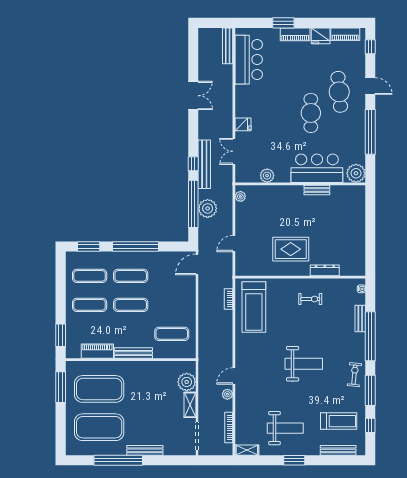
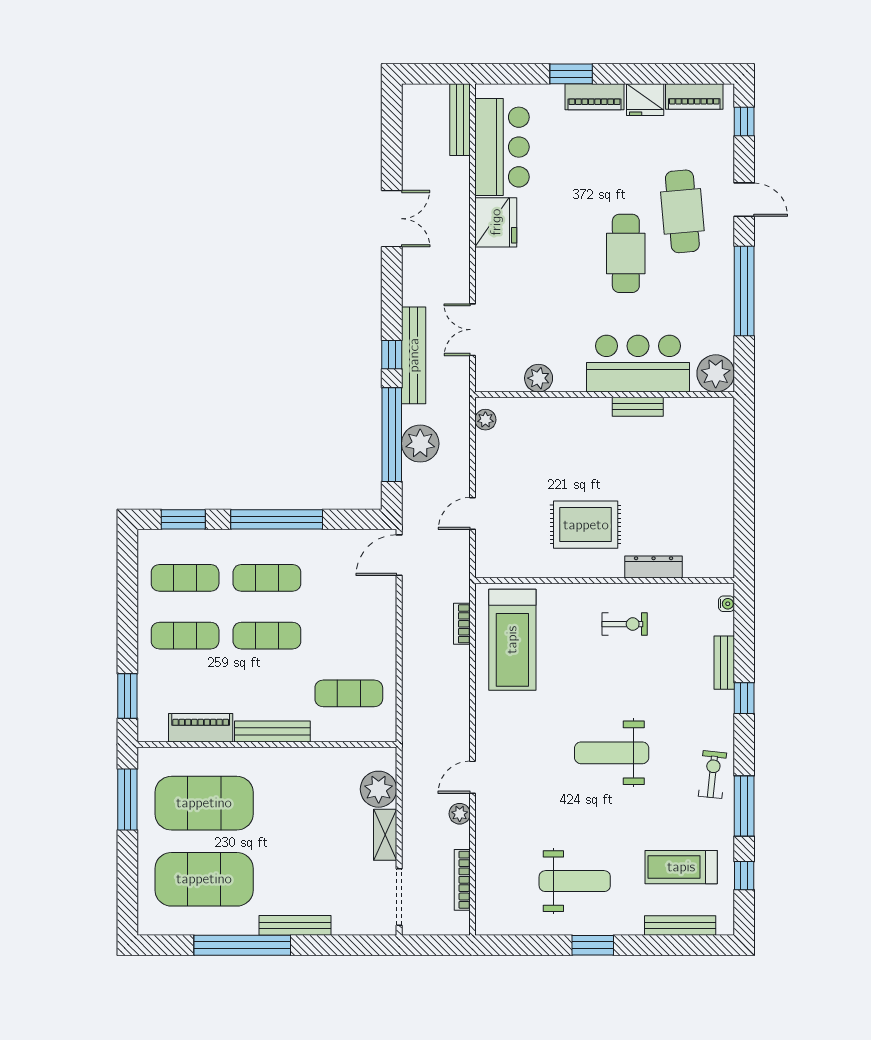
fridge: (243, 124) -> (496, 222), moved, width x1.88, depth x1.34
window: (370, 336) -> (744, 698), width x0.32
weight bench: (304, 364) -> (612, 753), turned 180
treadmill: (339, 421) -> (681, 867), turned 180
shelving: (247, 450) -> (498, 925), removed

